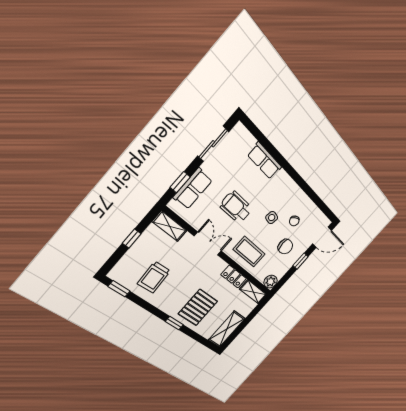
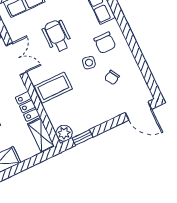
chair: (285, 247) -> (105, 43), moved
coffee table: (249, 252) -> (53, 88), turned 90
window: (301, 261) -> (82, 138), moved

